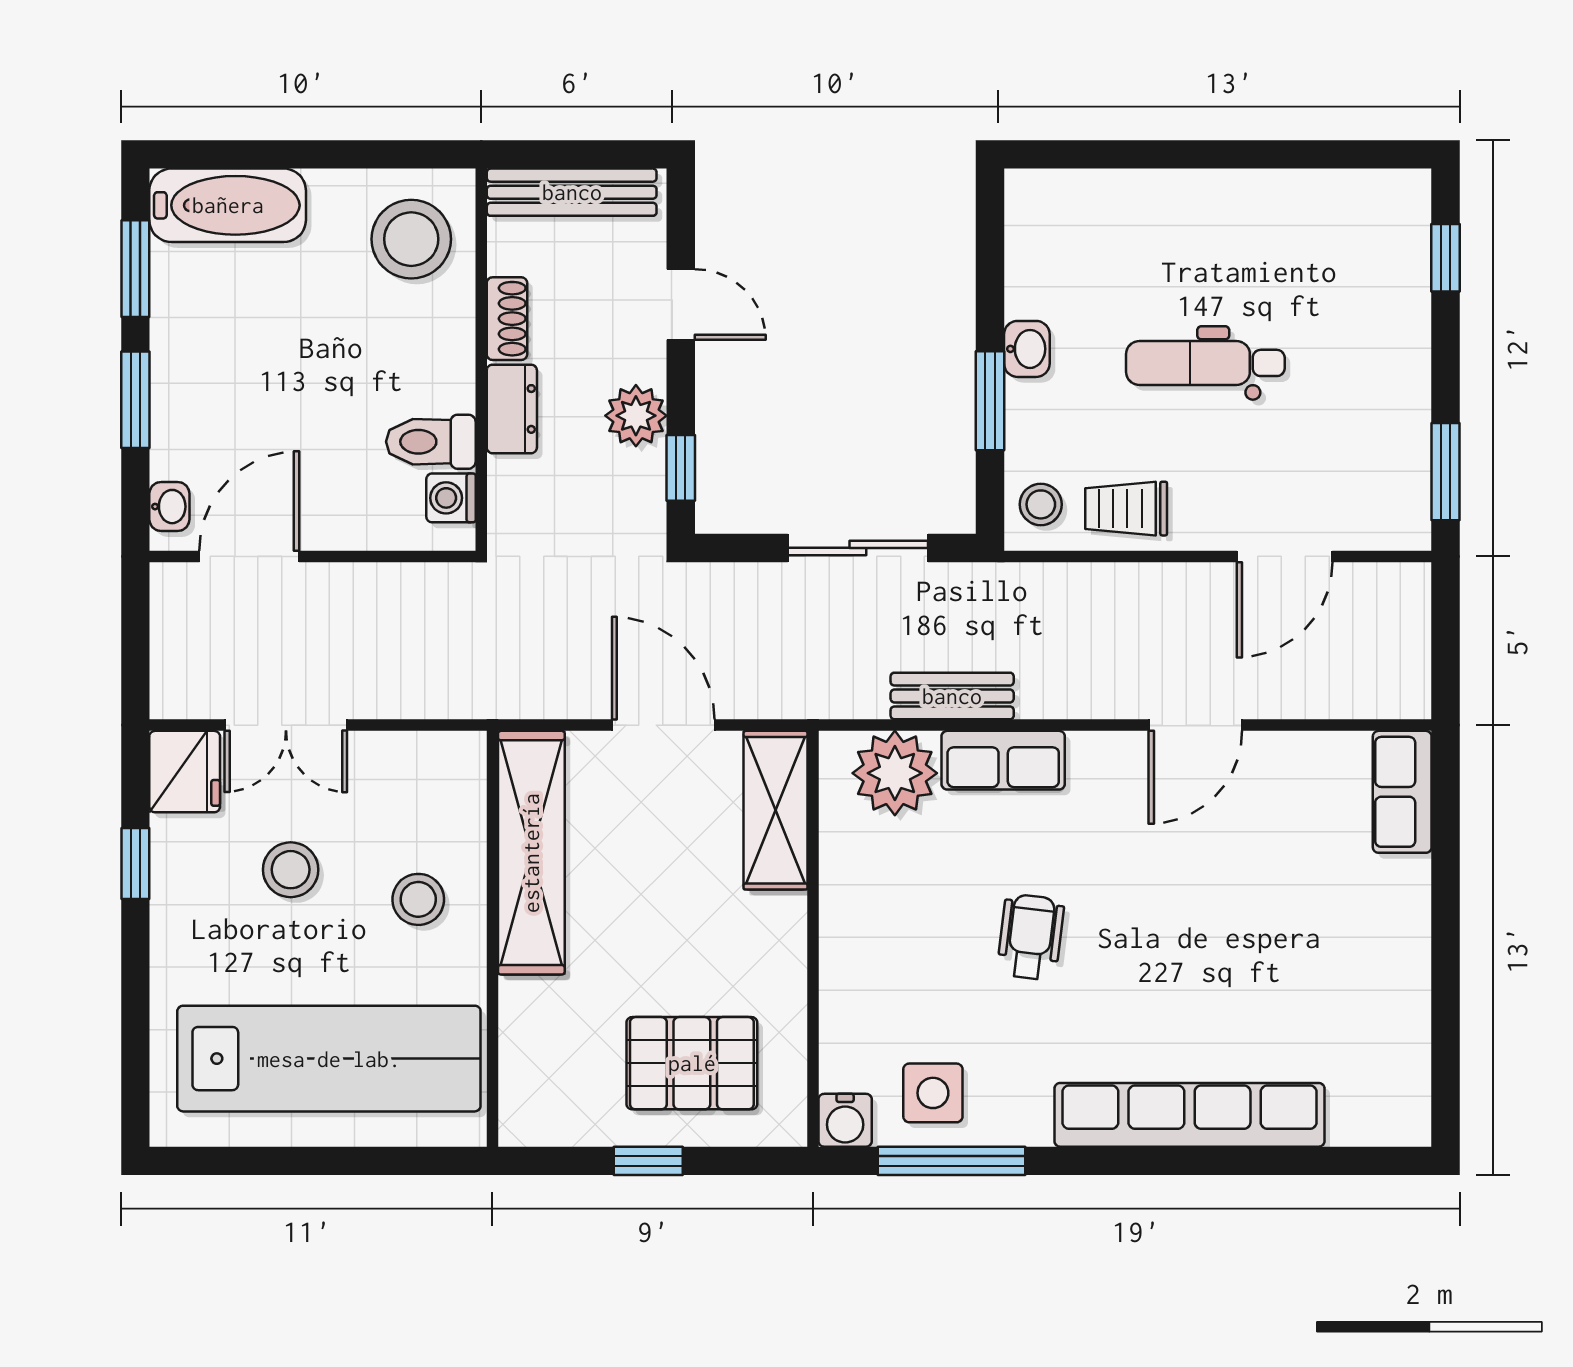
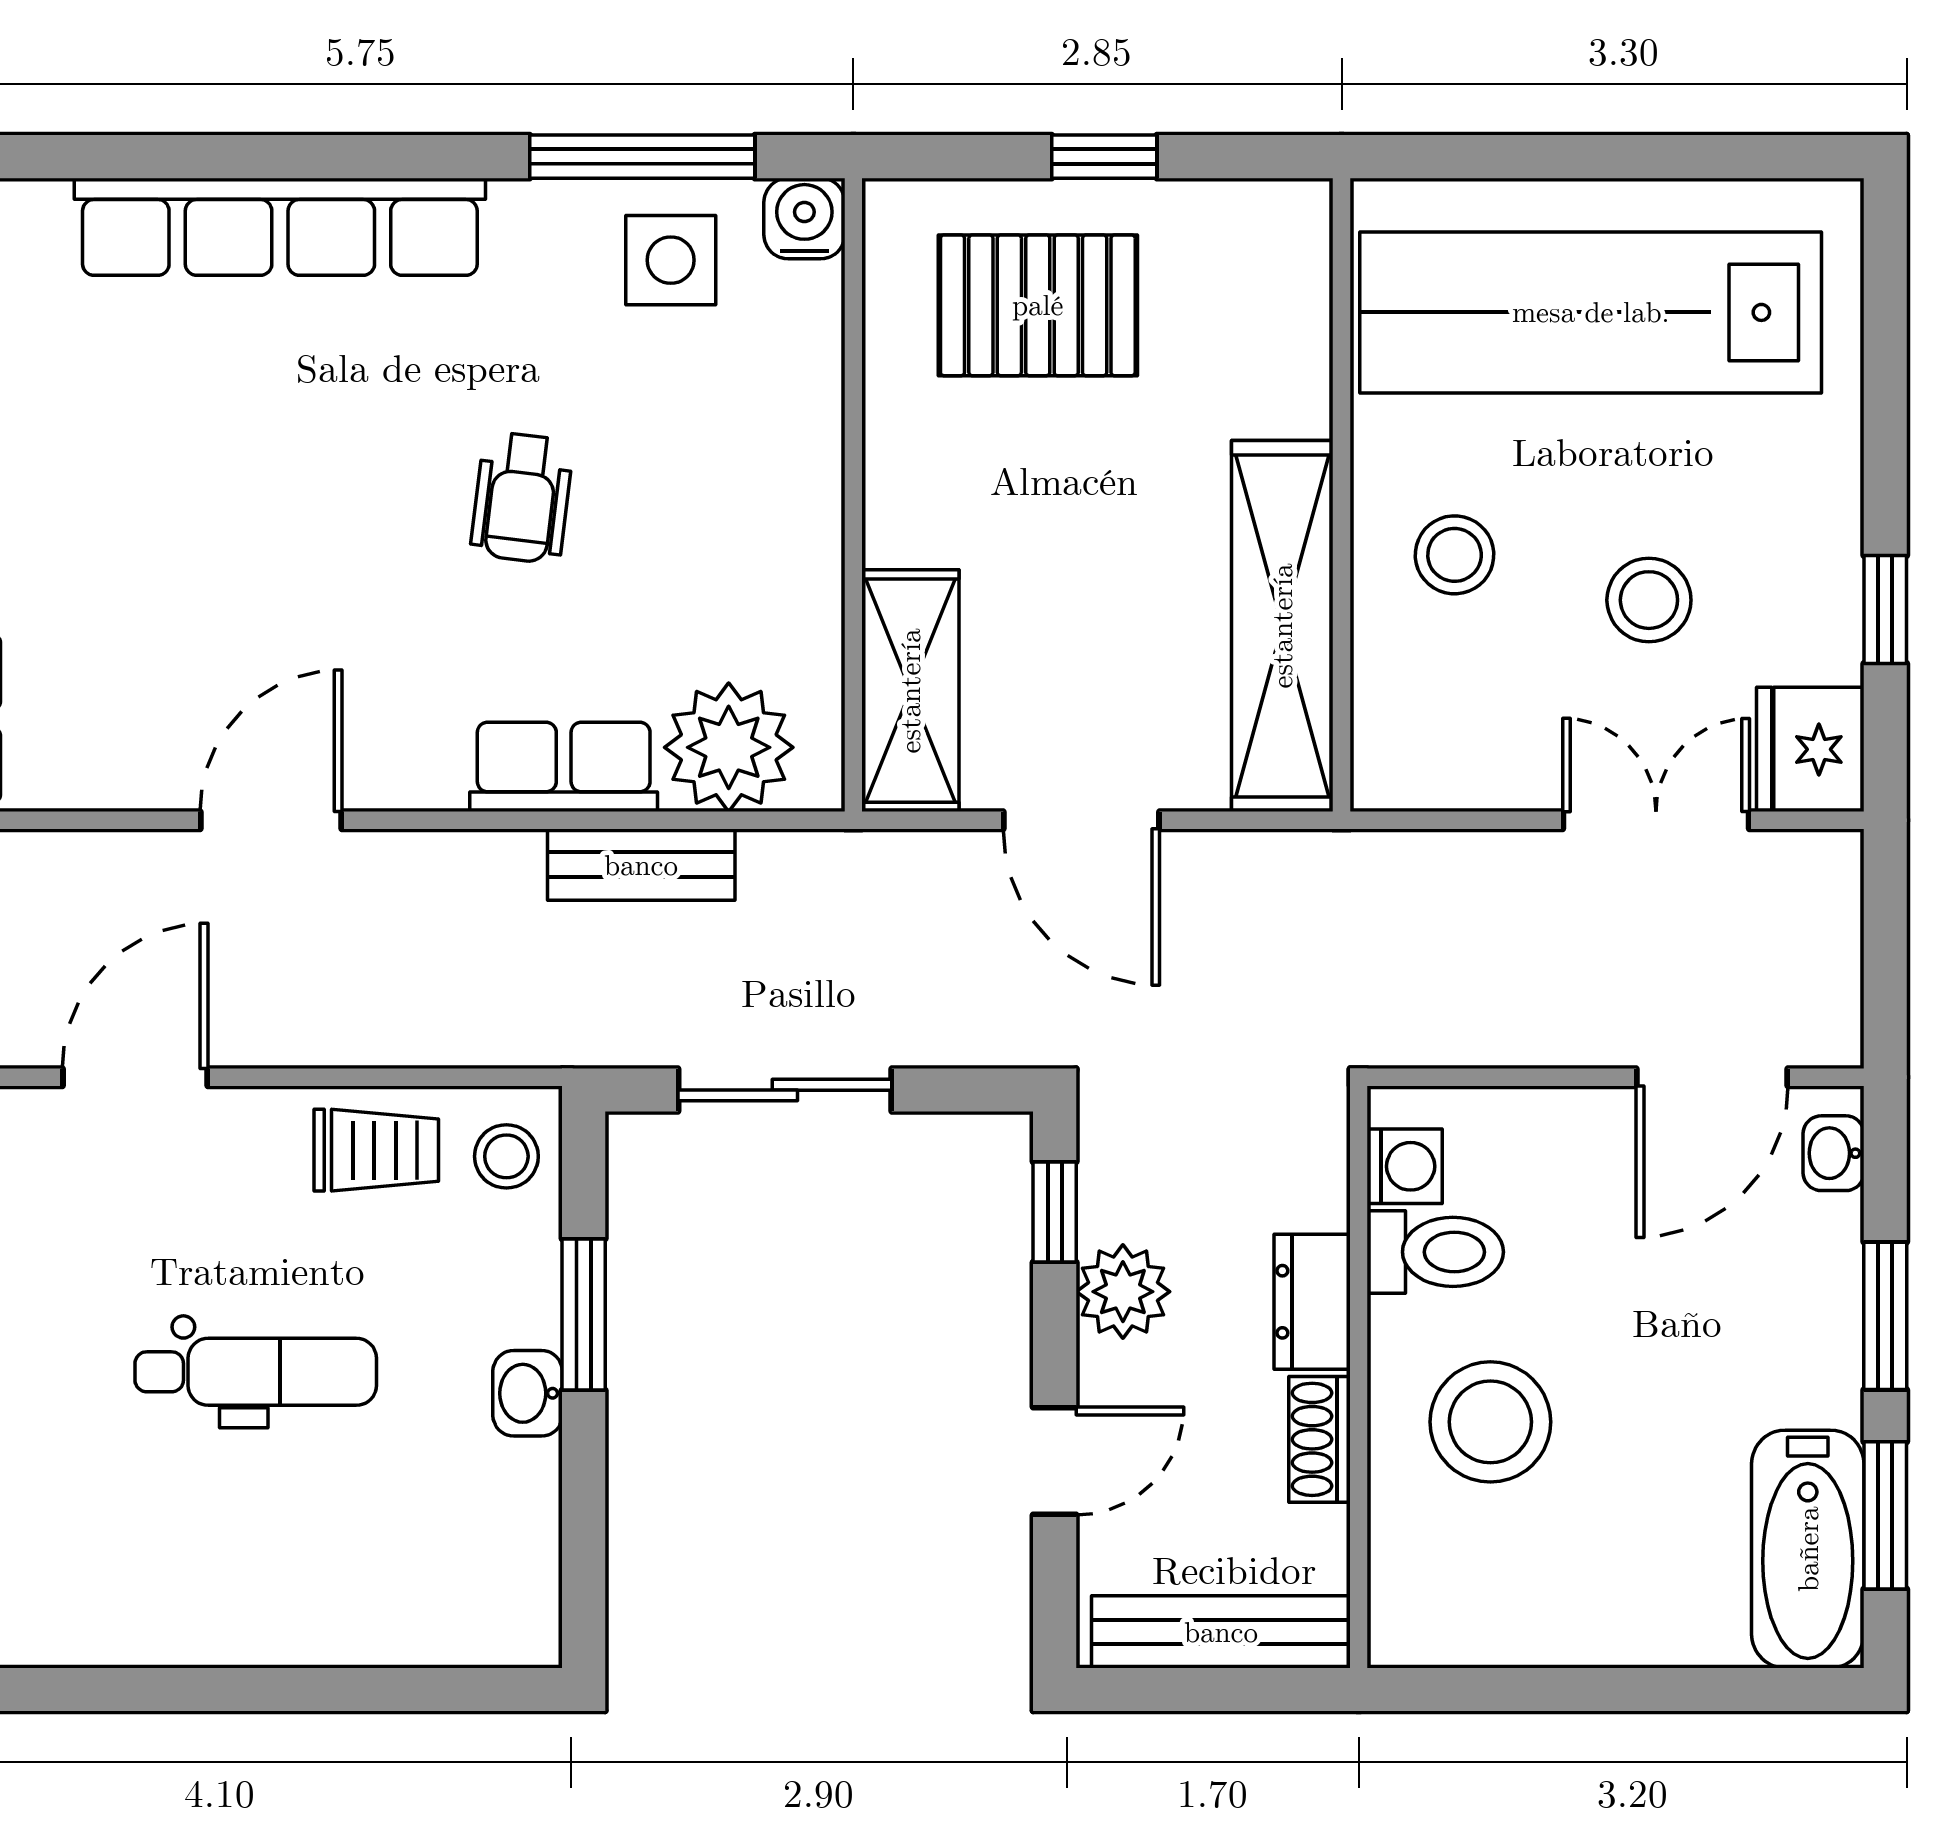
bathtub: (228, 205) -> (1808, 1549), moved, turned -90
stool: (411, 239) -> (1490, 1422), moved
door: (681, 304) -> (1055, 1461), swing flipped

